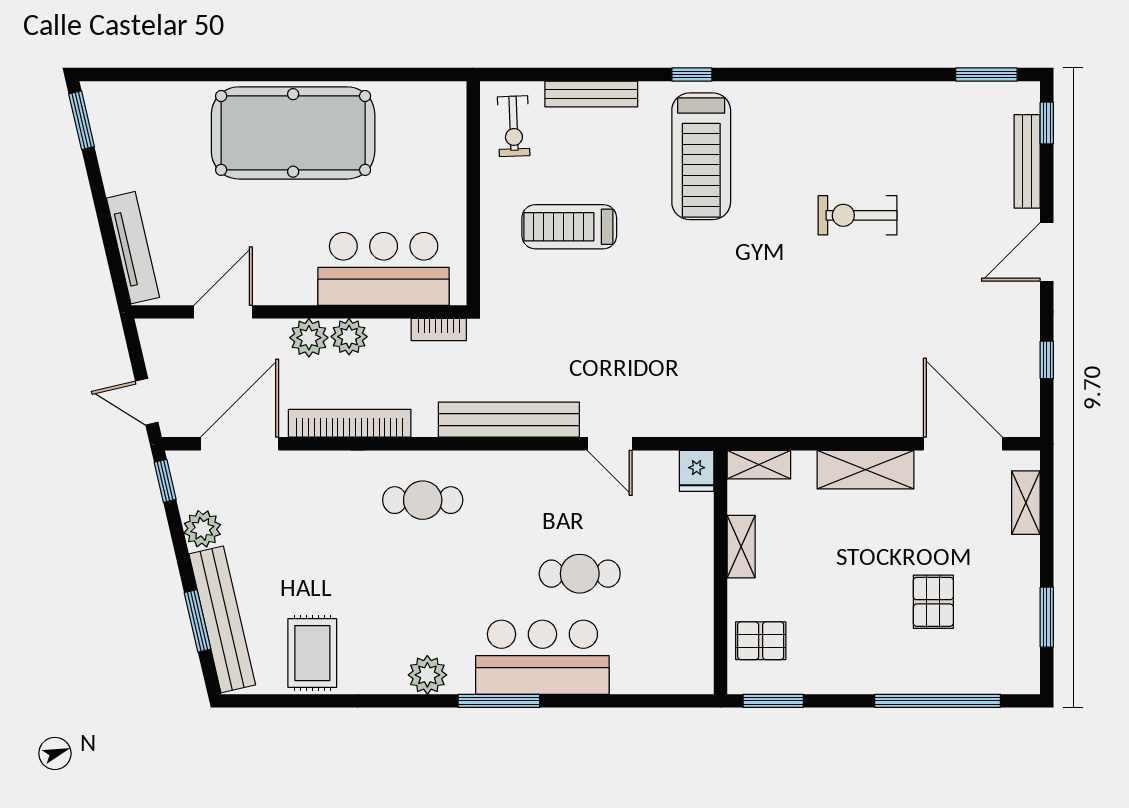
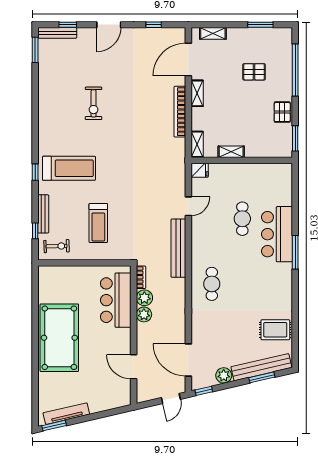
window: (550, 74) -> (35, 231), added
window: (1047, 123) -> (68, 25), moved
bench: (1027, 161) -> (57, 33), moved
tv unit: (133, 248) -> (66, 414), moved
door: (1047, 252) -> (109, 25), hinge flipped
plant: (309, 338) -> (144, 298), moved
bookcase: (350, 423) -> (180, 112), moved
shelving: (866, 470) -> (197, 93), width x0.67, depth x0.75
pallet: (761, 641) -> (282, 112), moved
plant: (427, 675) -> (284, 282), removed

